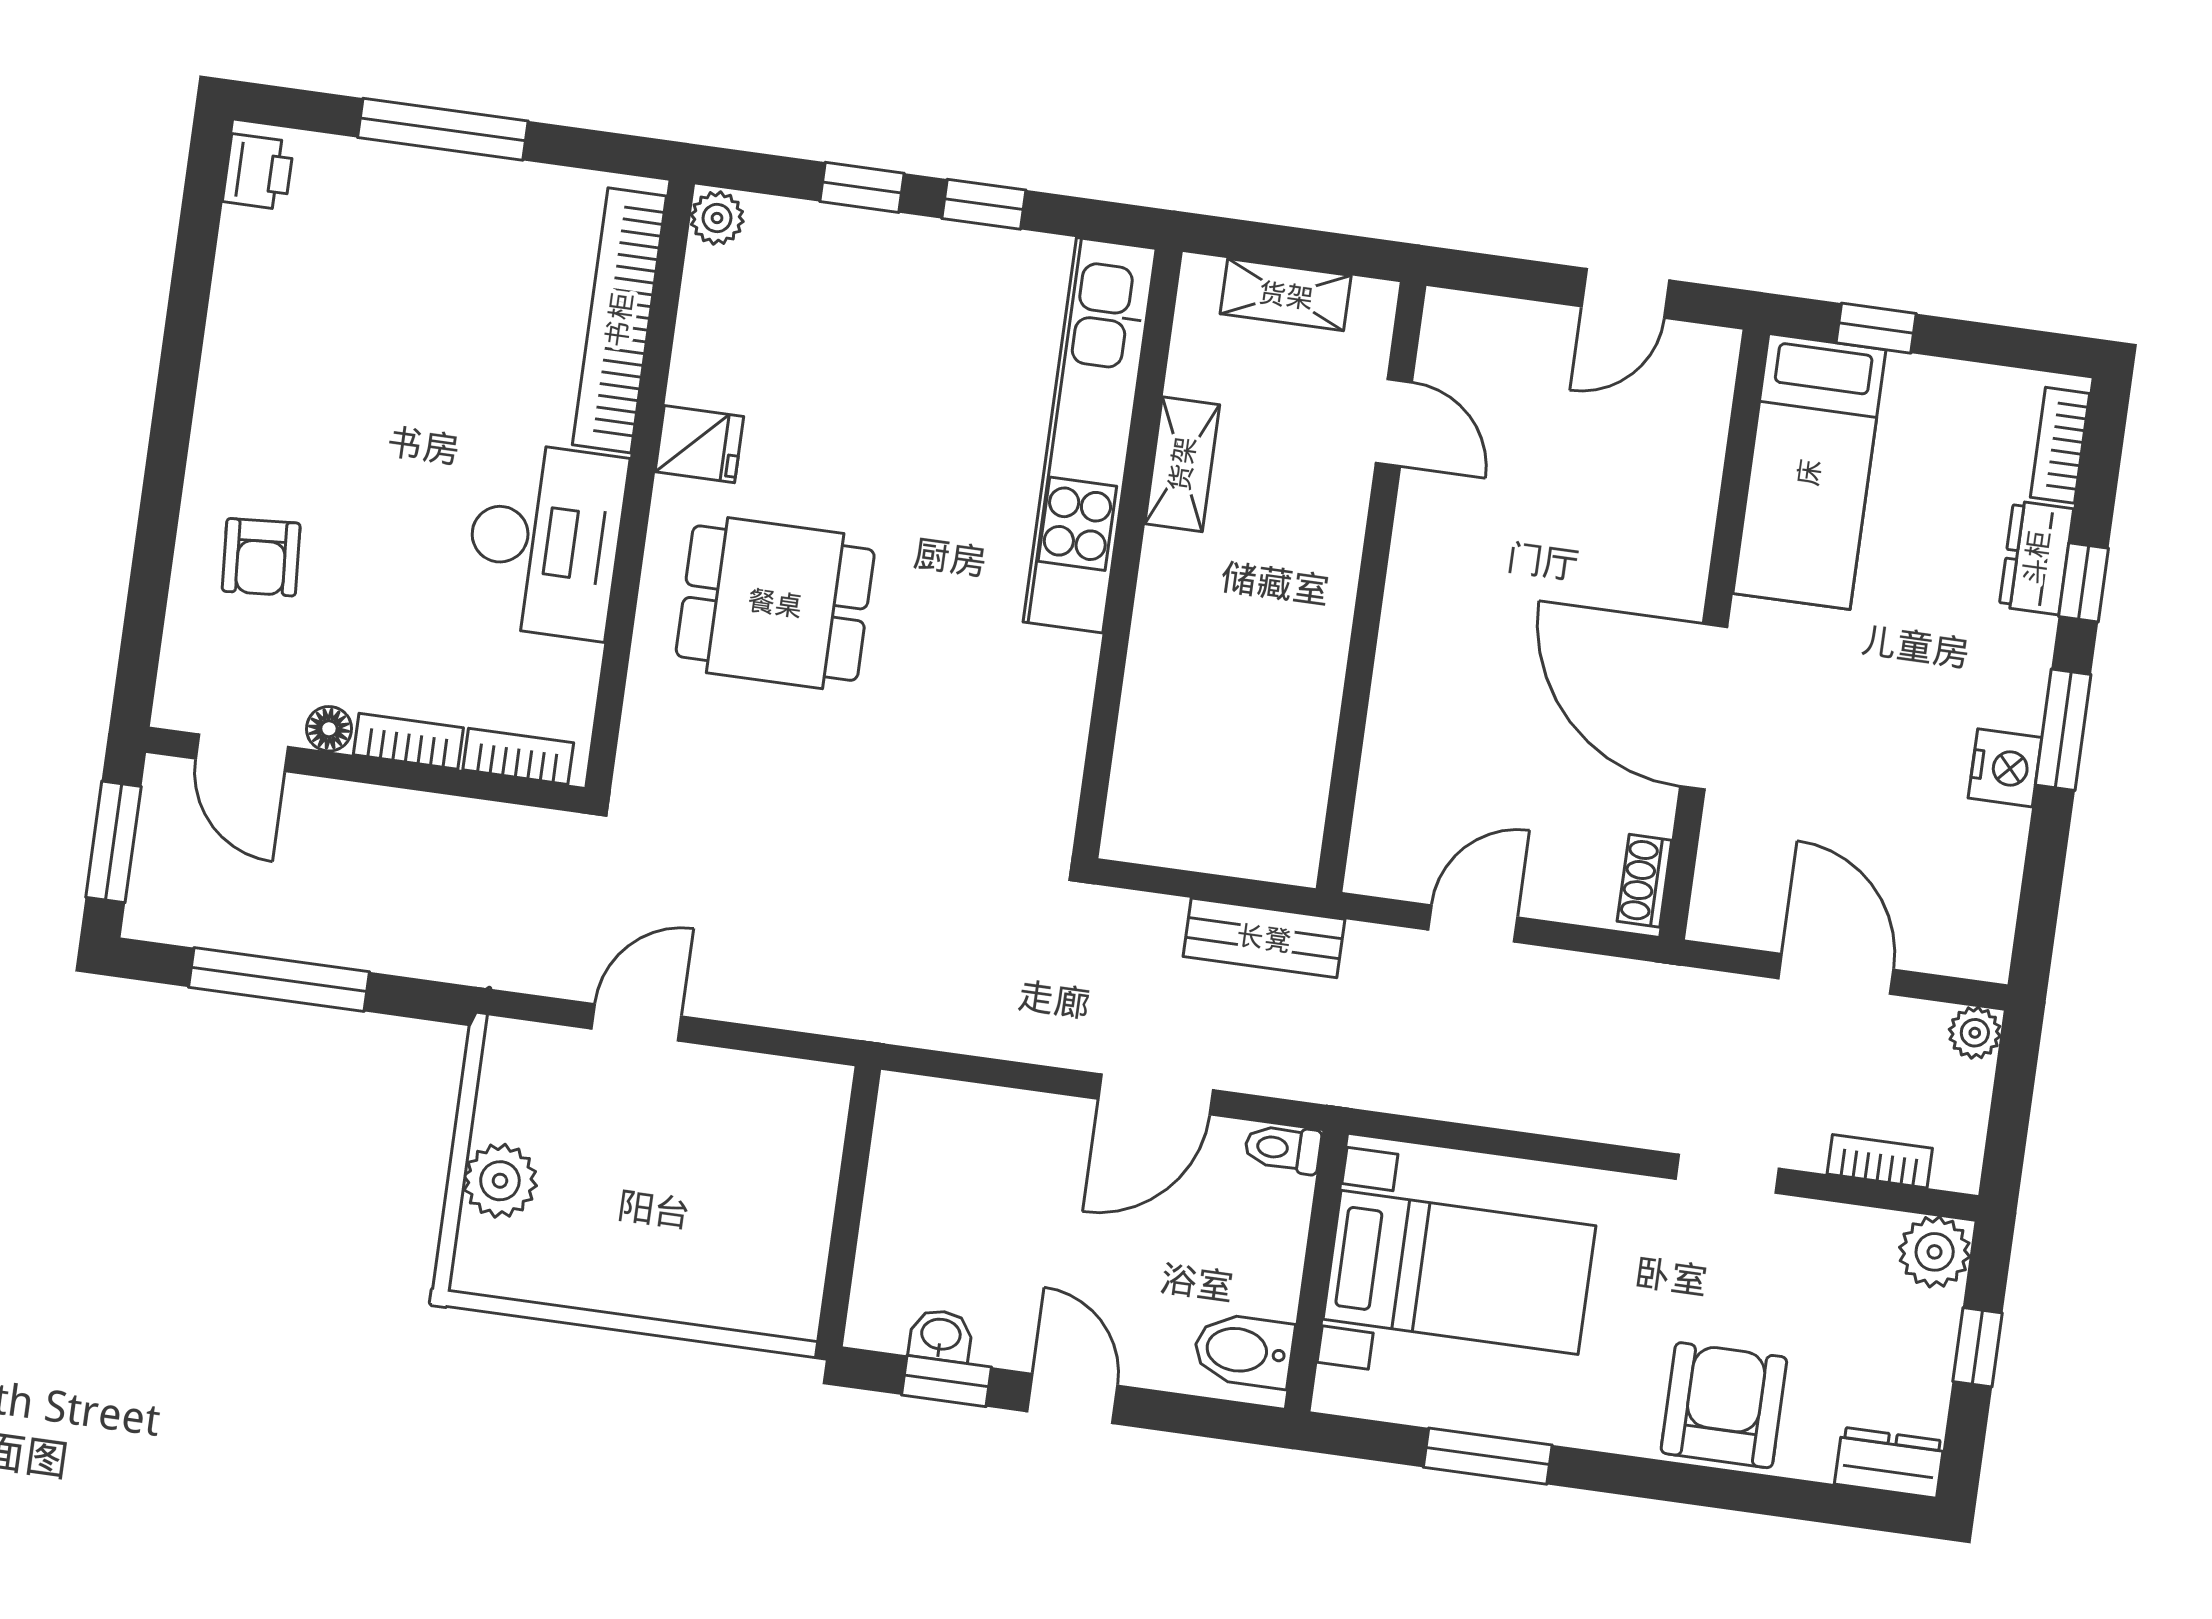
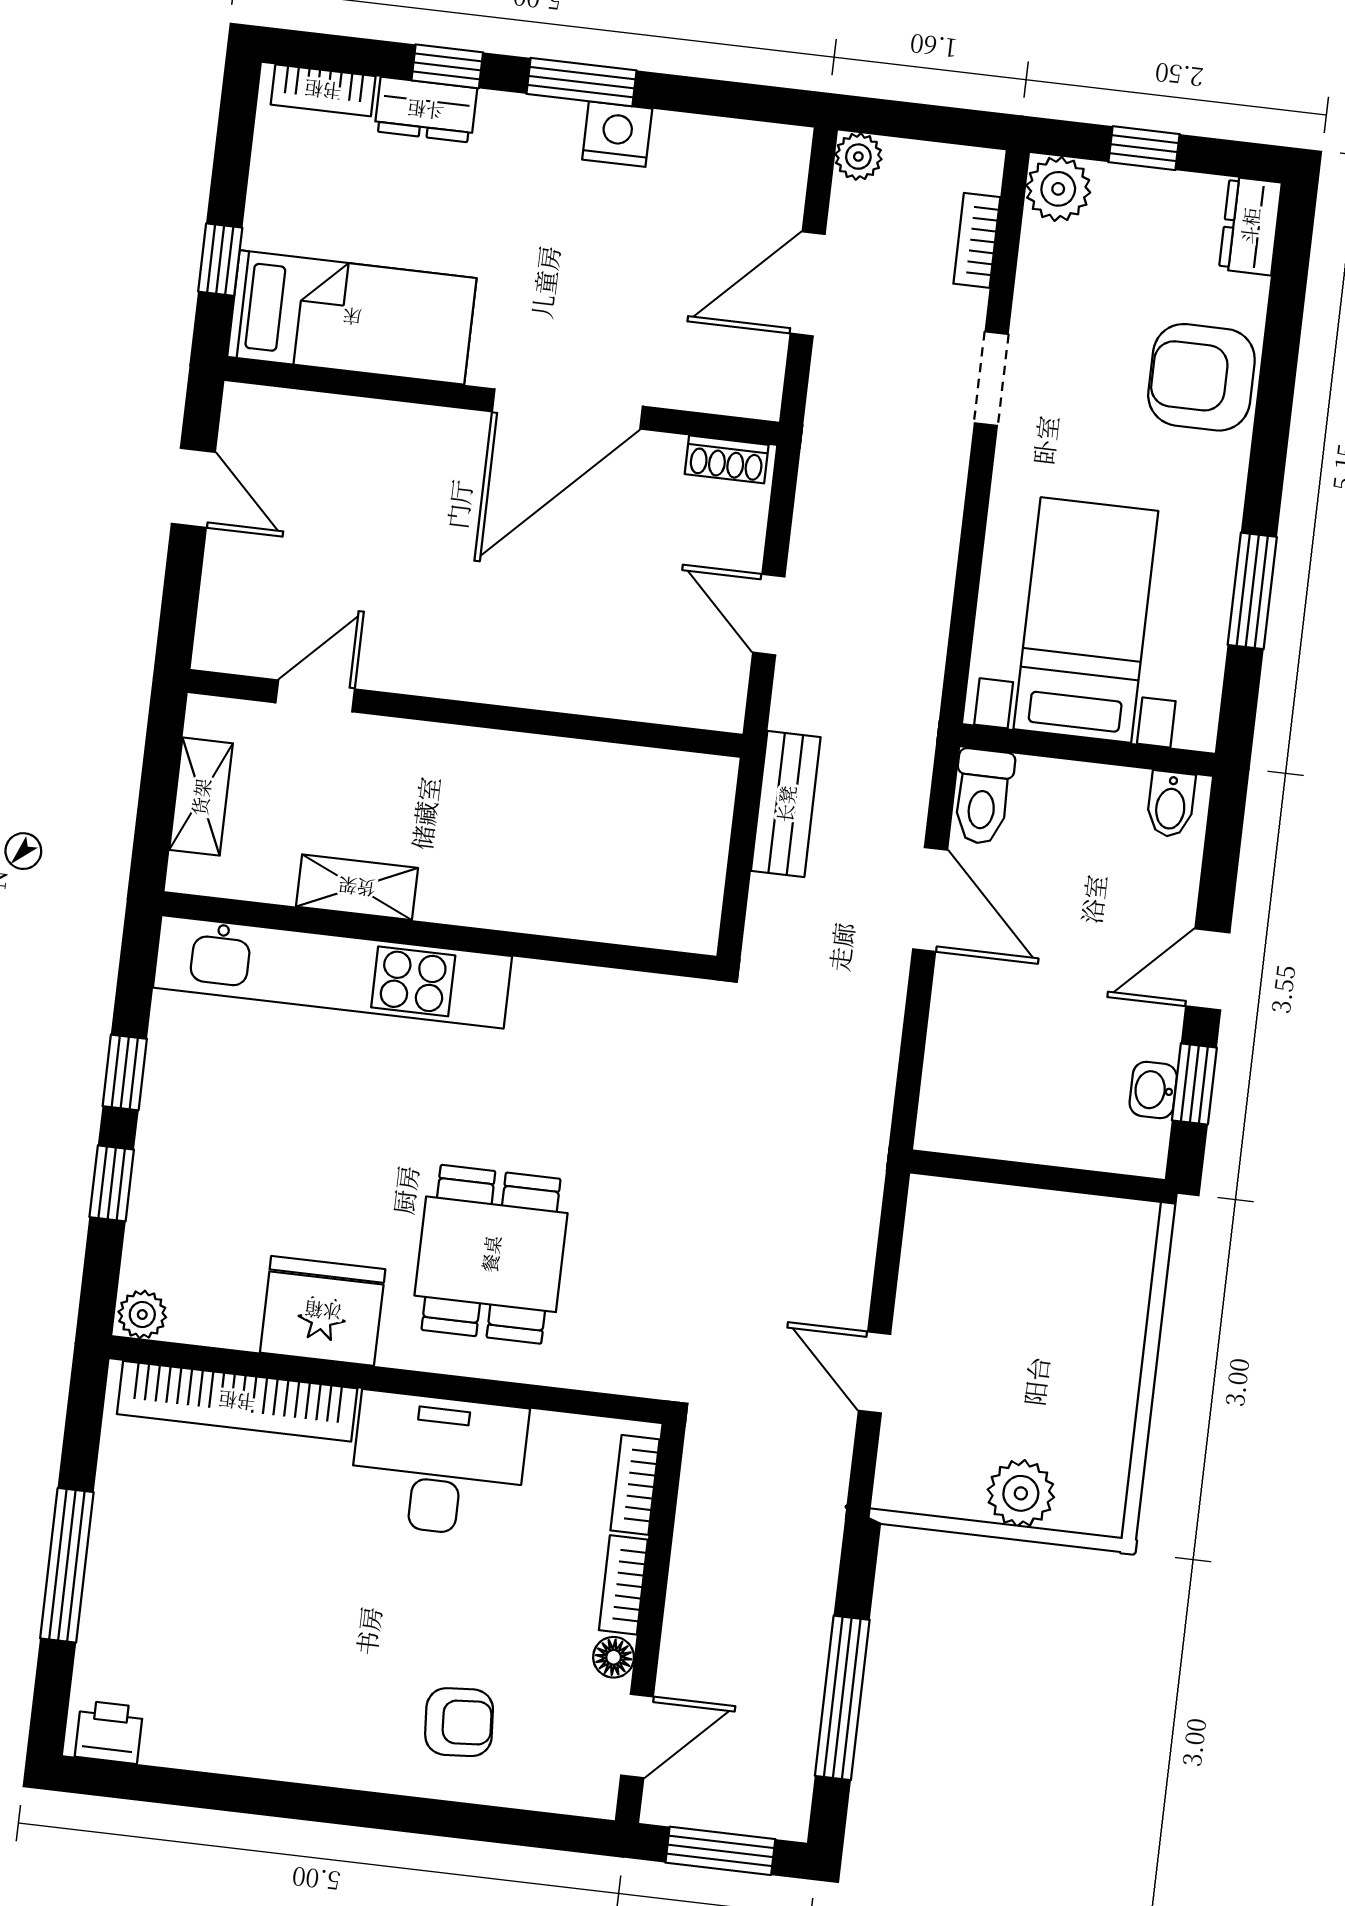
fridge: (699, 444) -> (323, 1311), width x1.88, depth x1.34
toilet: (1283, 1148) -> (983, 797), width x1.37, depth x1.39
bidet: (1243, 1351) -> (1171, 804), width x0.72, depth x0.74

